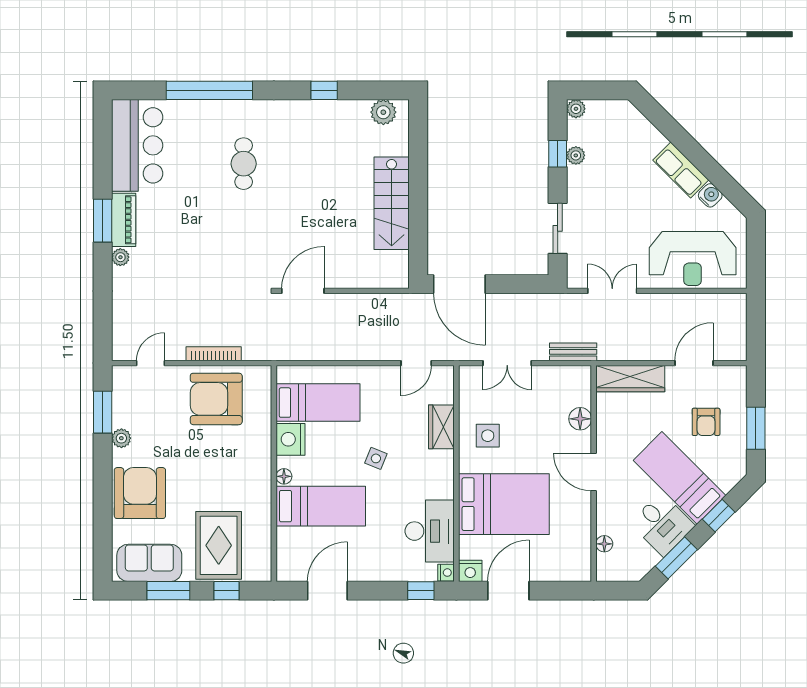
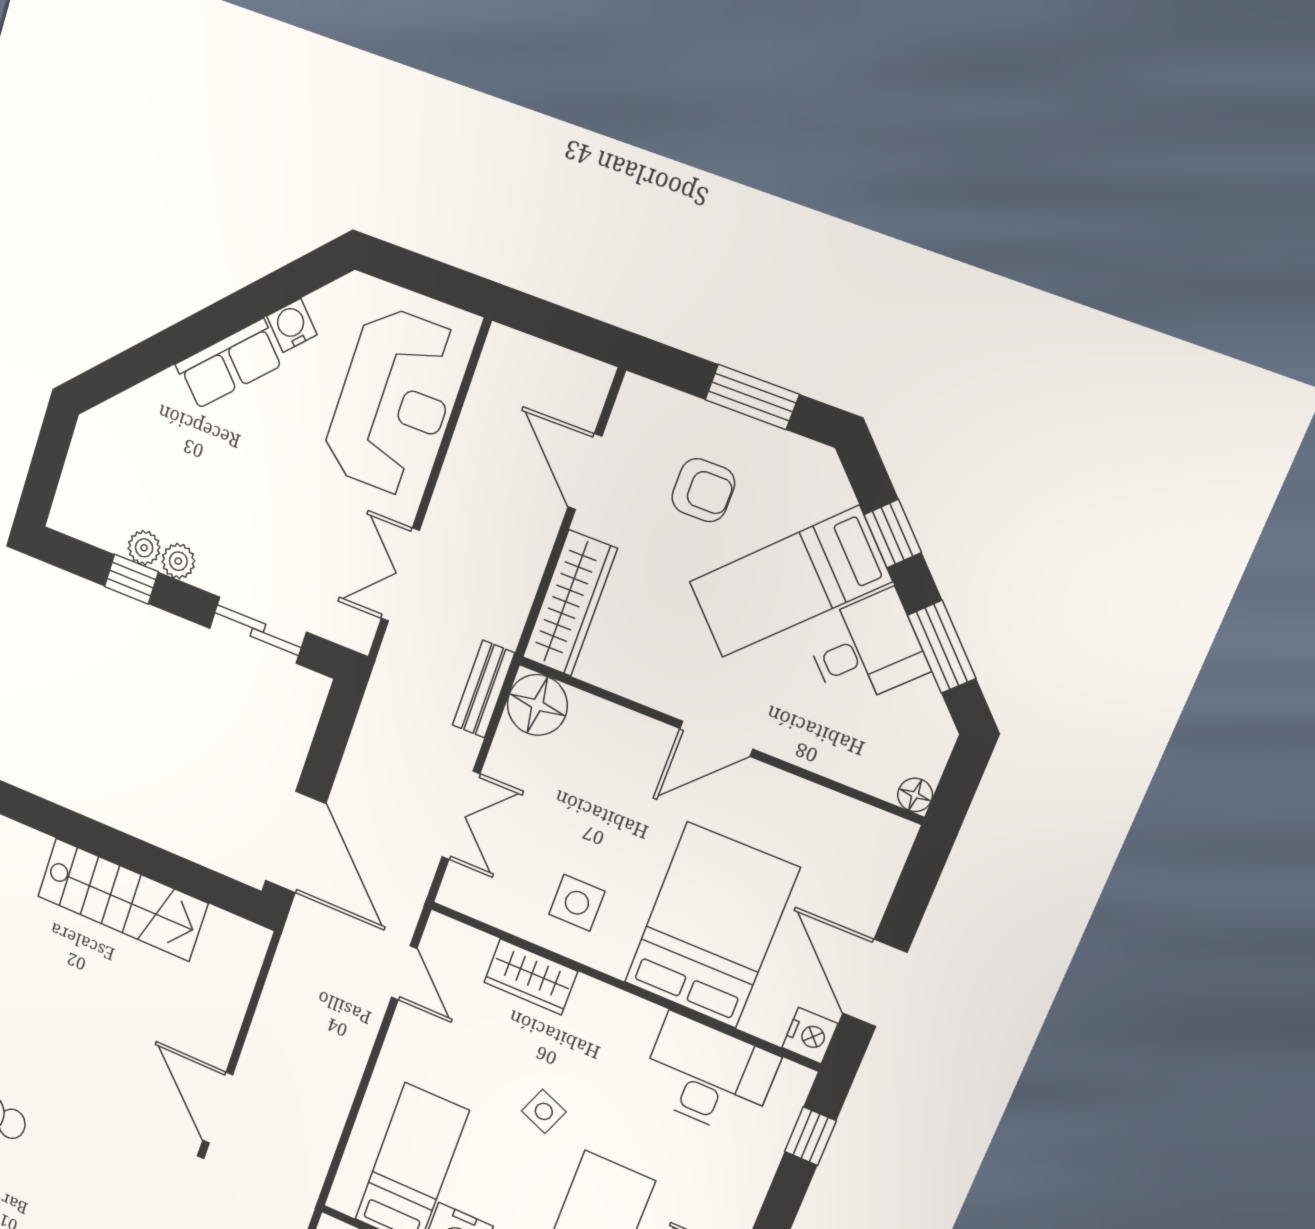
plant: (576, 109) -> (178, 561), moved
door: (459, 284) -> (296, 842), hinge flipped
floor lamp: (580, 419) -> (537, 705), moved, width x1.38, depth x1.38
floor lamp: (604, 544) -> (915, 795), moved
nightstand: (446, 573) -> (796, 1079), removed

